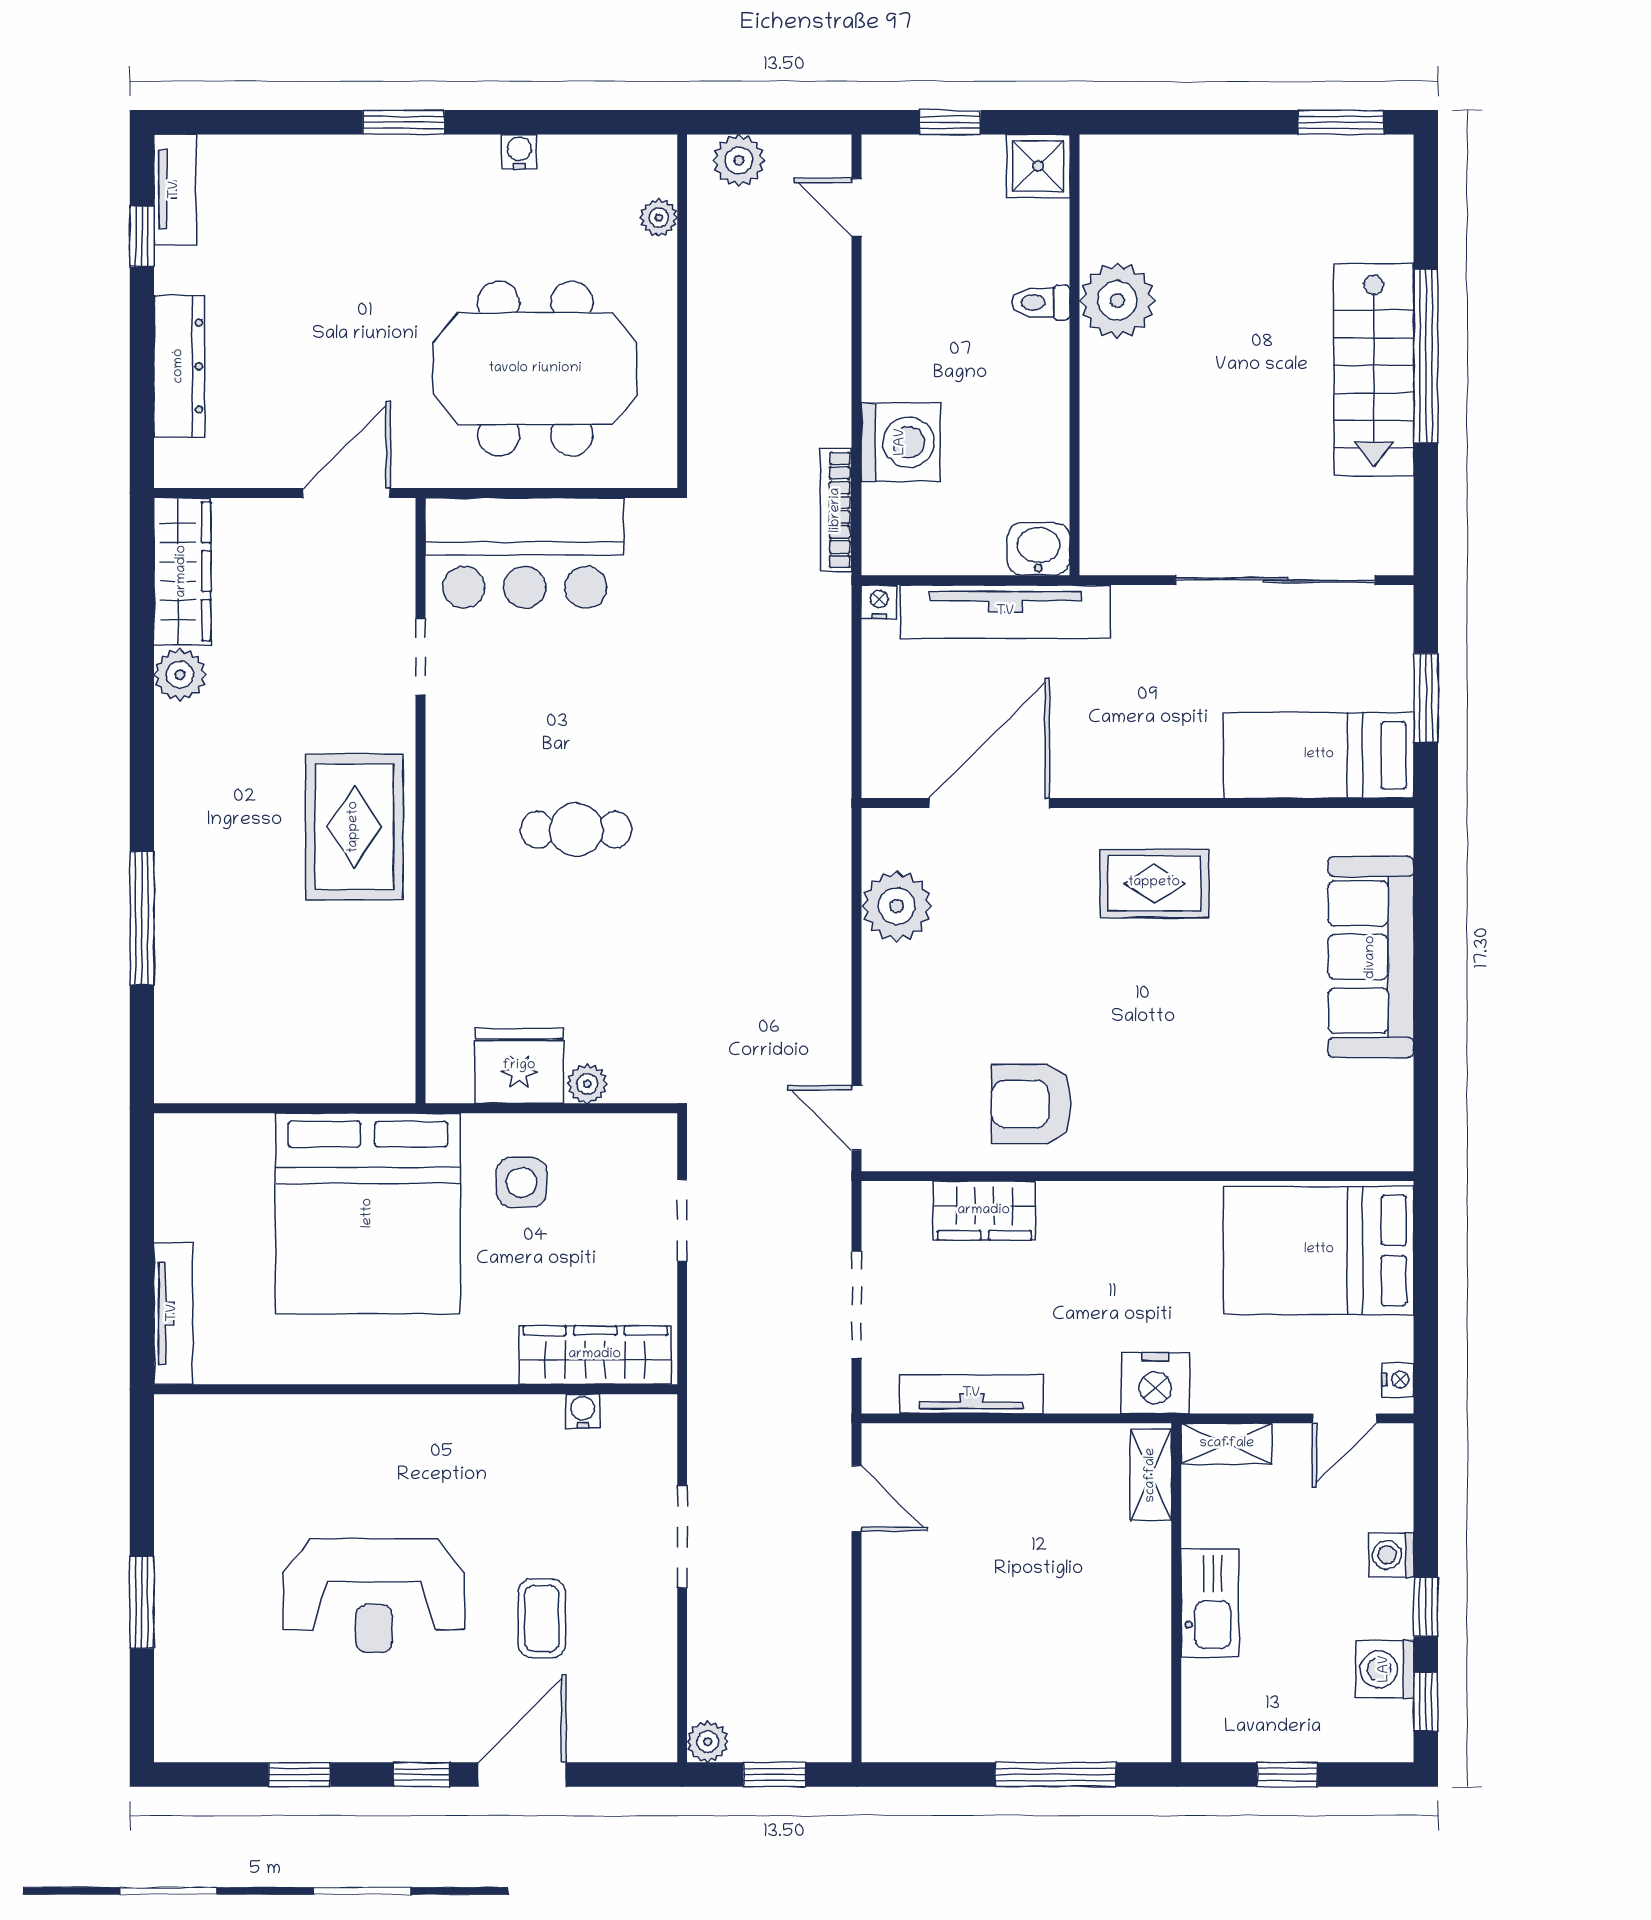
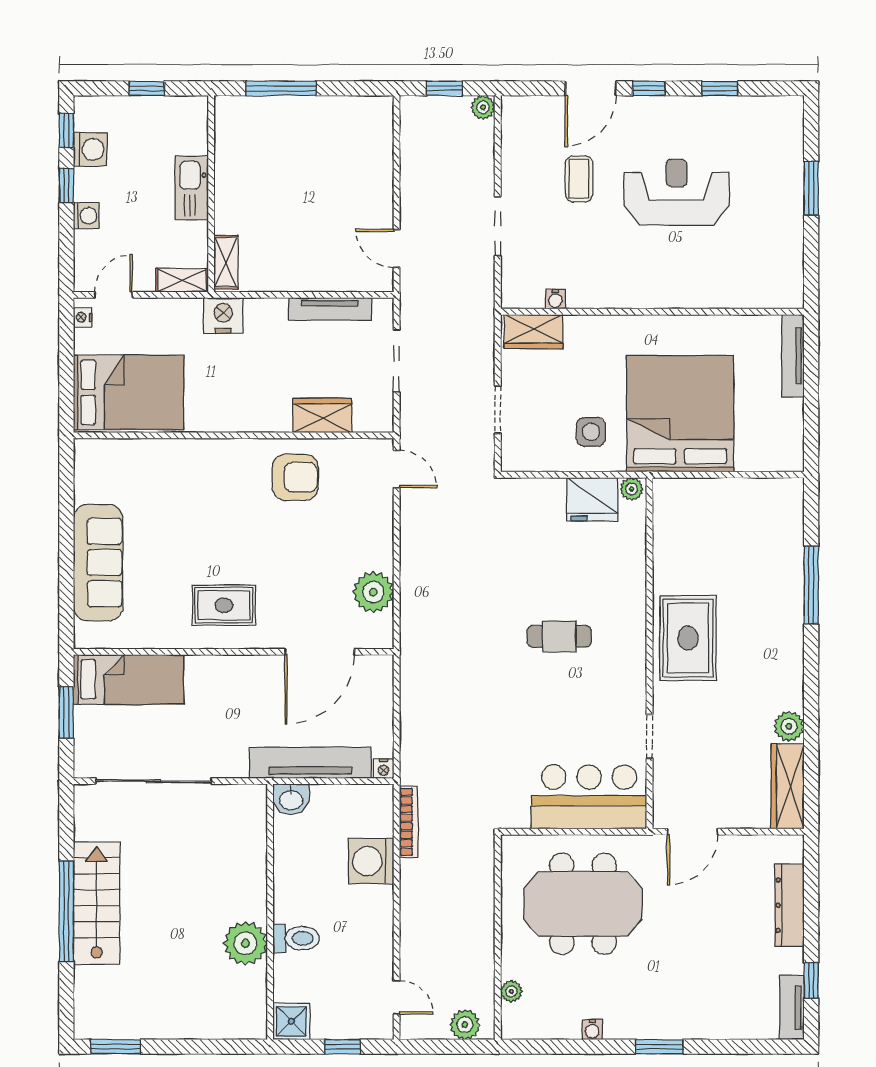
toilet: (1041, 303) -> (296, 938), width x1.37, depth x1.39
plant: (587, 1084) -> (632, 489), moved
wardrobe: (595, 1355) -> (534, 332), width x0.67

